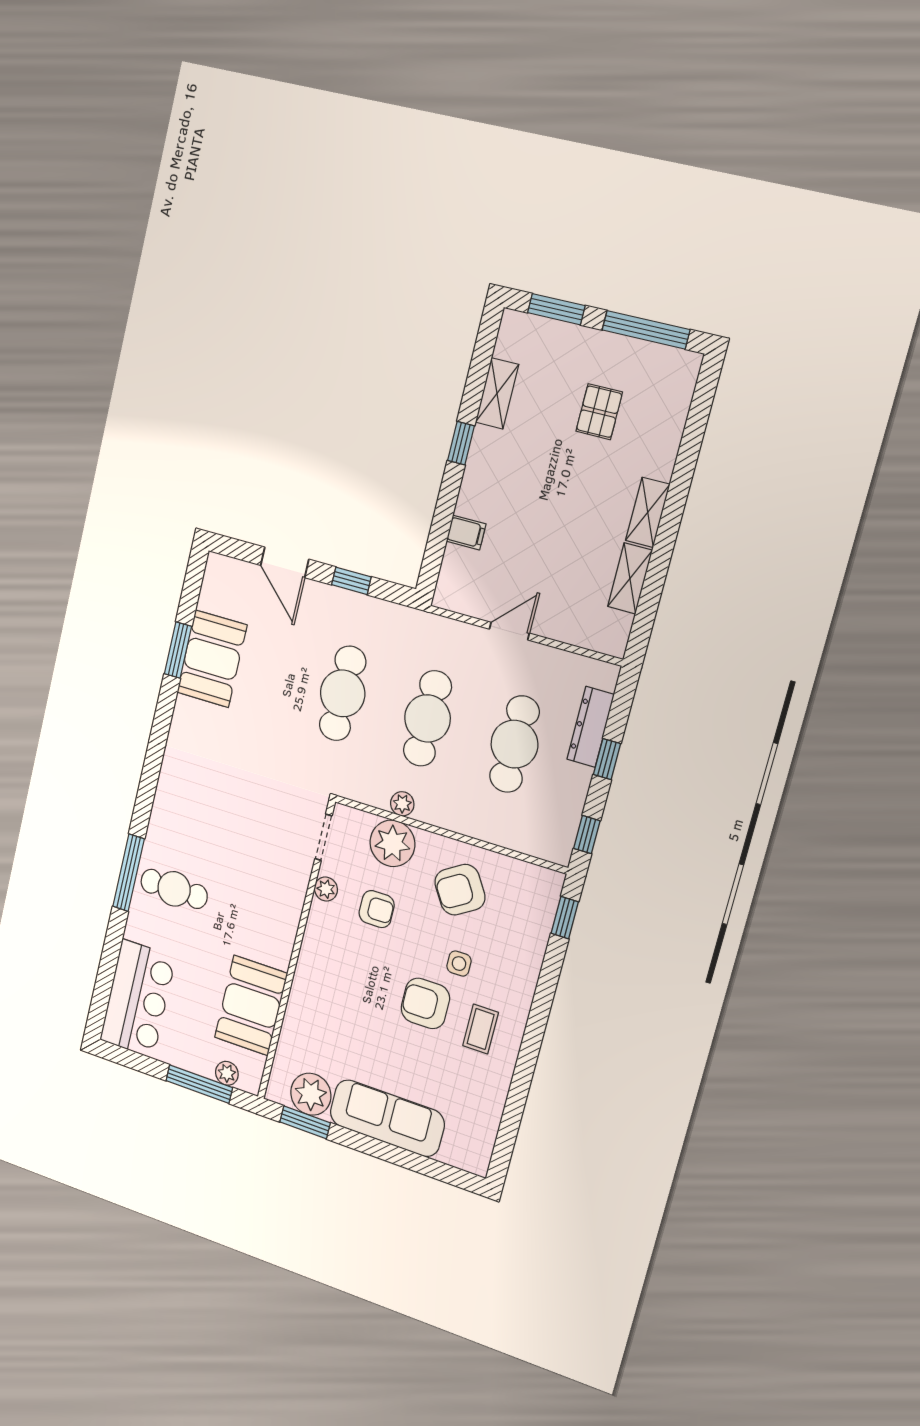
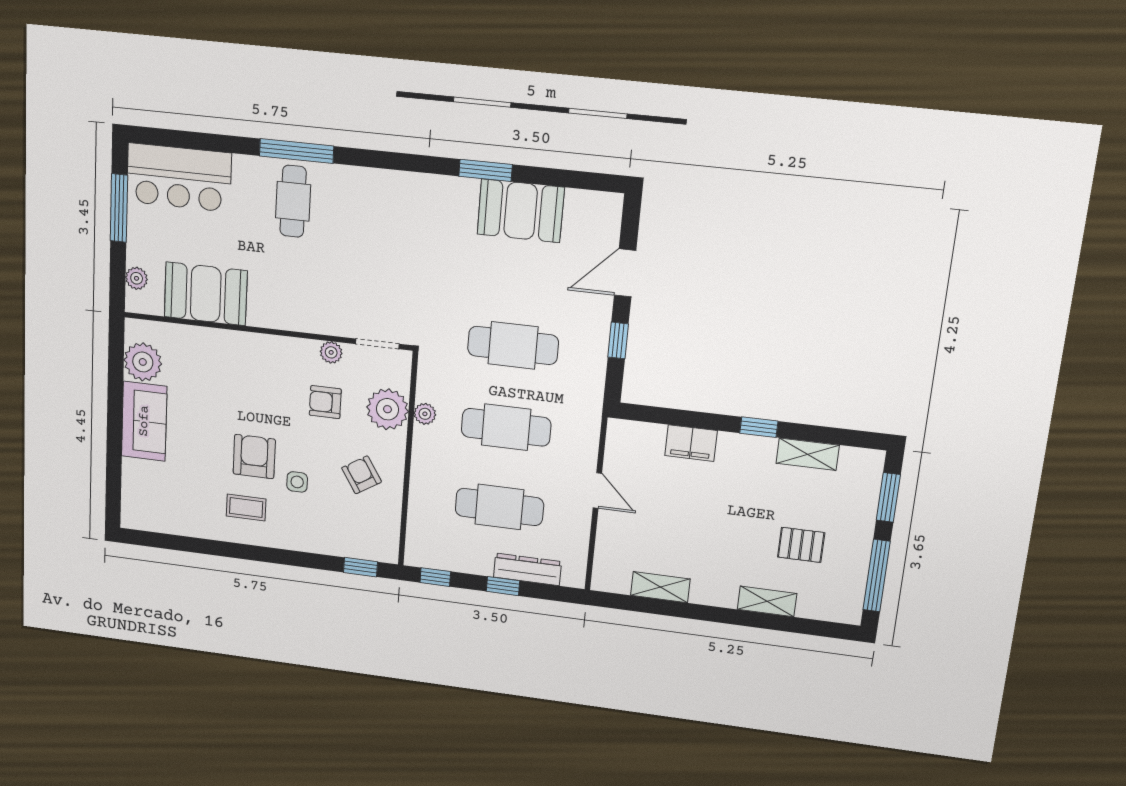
shelving: (648, 512) -> (767, 601), moved
filing cabinet: (466, 533) -> (691, 443), width x2.00
window: (178, 650) -> (486, 170), moved
armchair: (460, 890) -> (362, 475), width x0.72, depth x0.72
armchair: (377, 909) -> (325, 402), turned 90
window: (199, 1084) -> (119, 208), moved
sofa: (387, 1118) -> (144, 421), width x0.73
window: (305, 1122) -> (116, 360), removed

